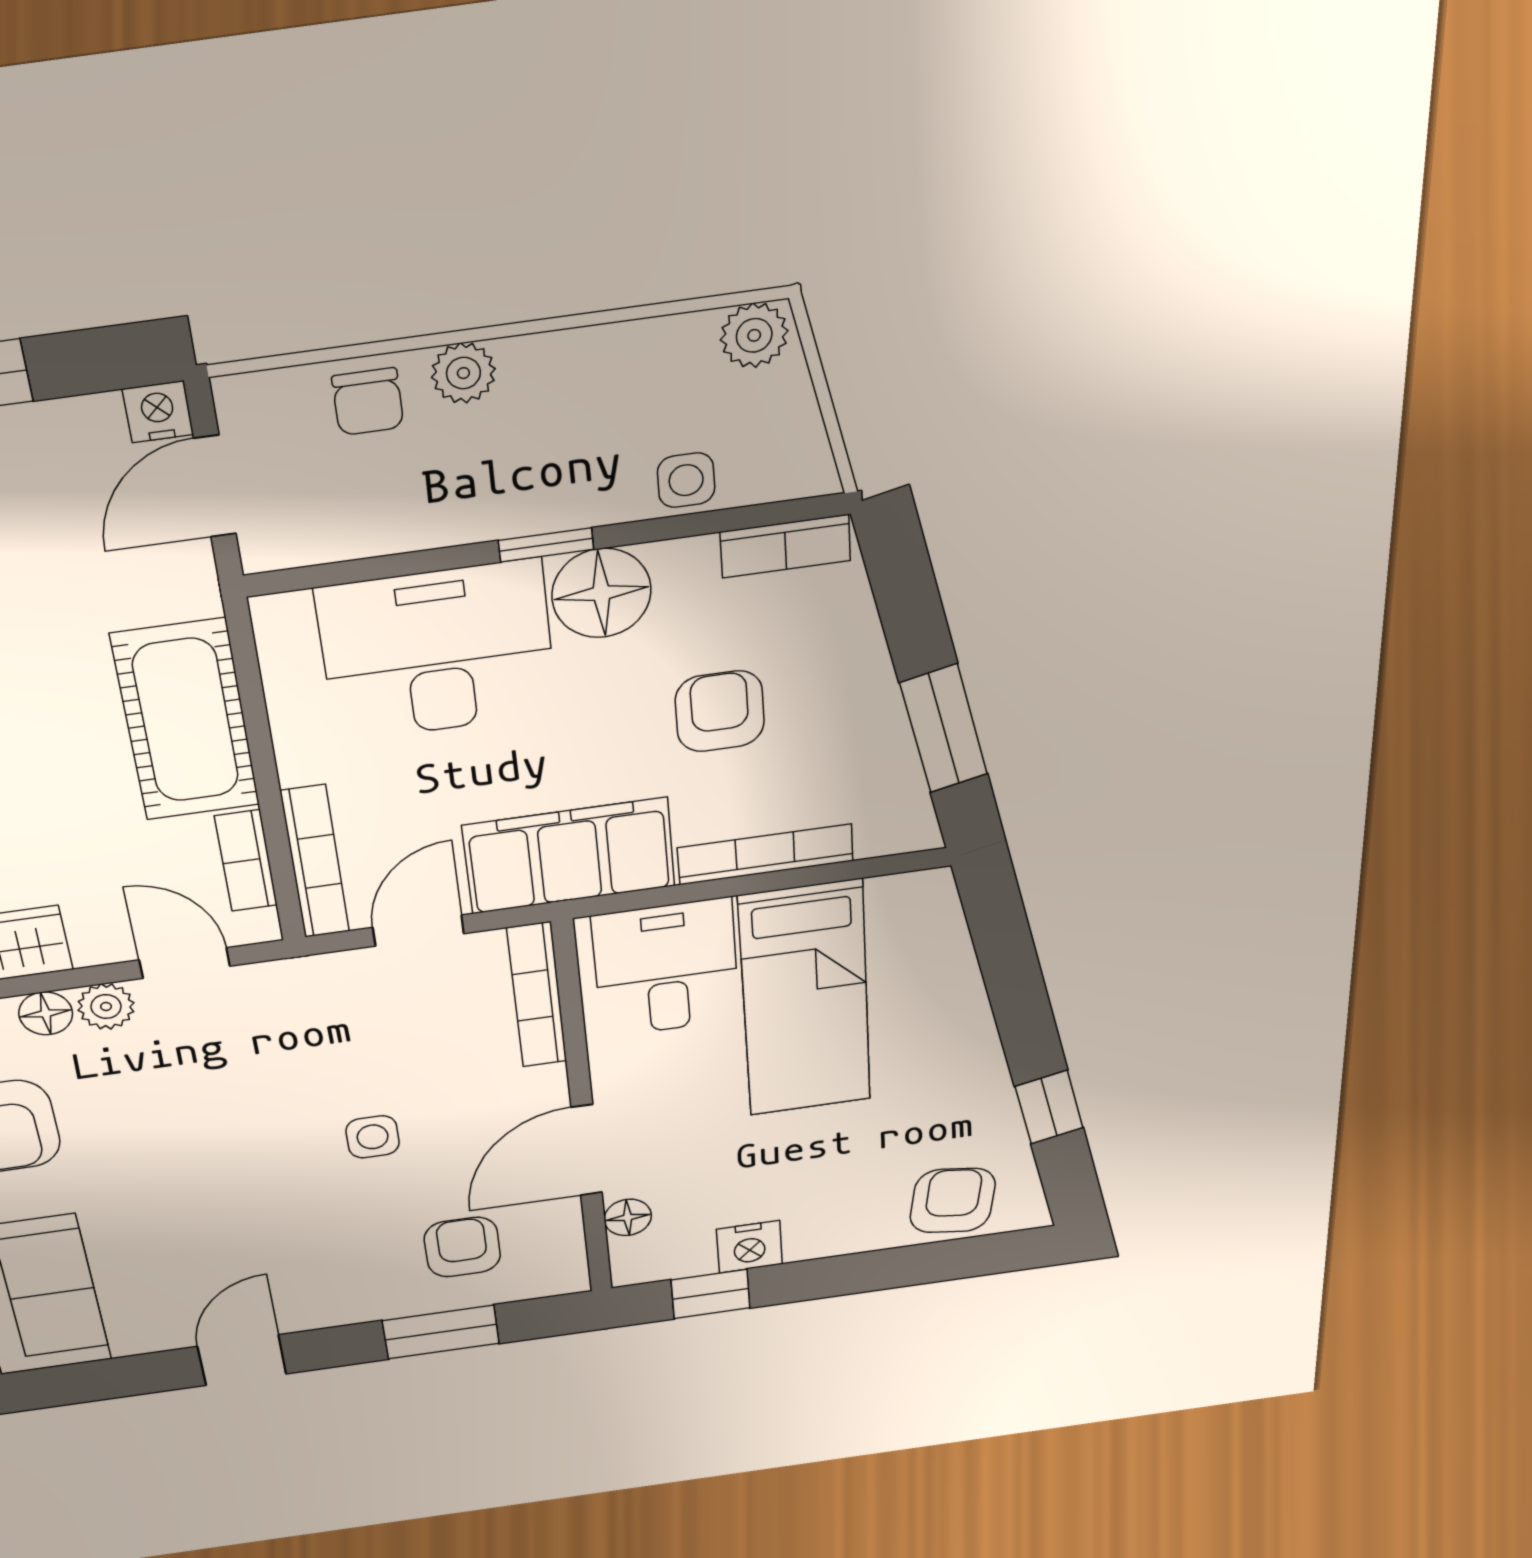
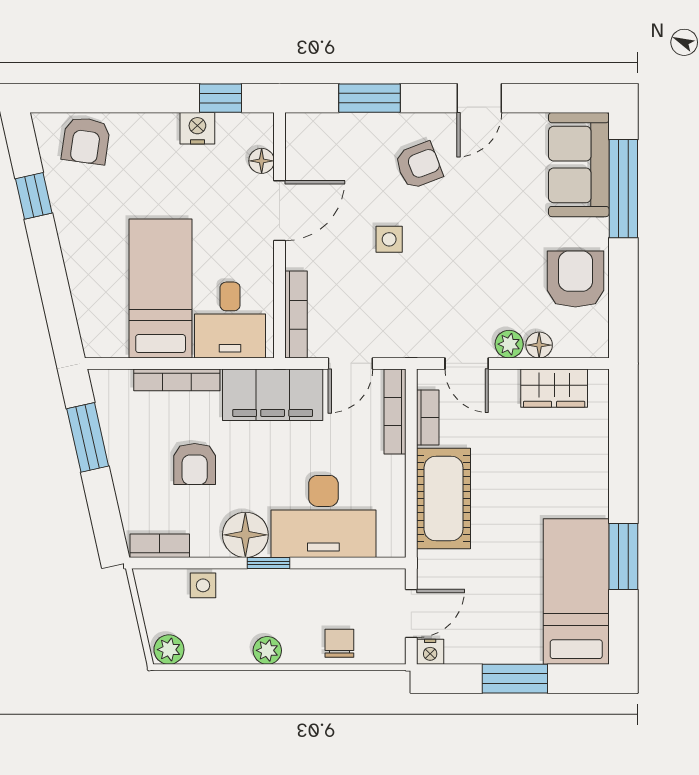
plant: (463, 373) -> (267, 650), moved
armchair: (462, 1247) -> (419, 165), moved, turned -111

